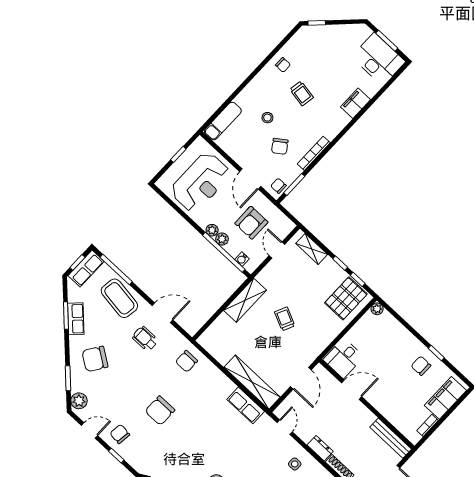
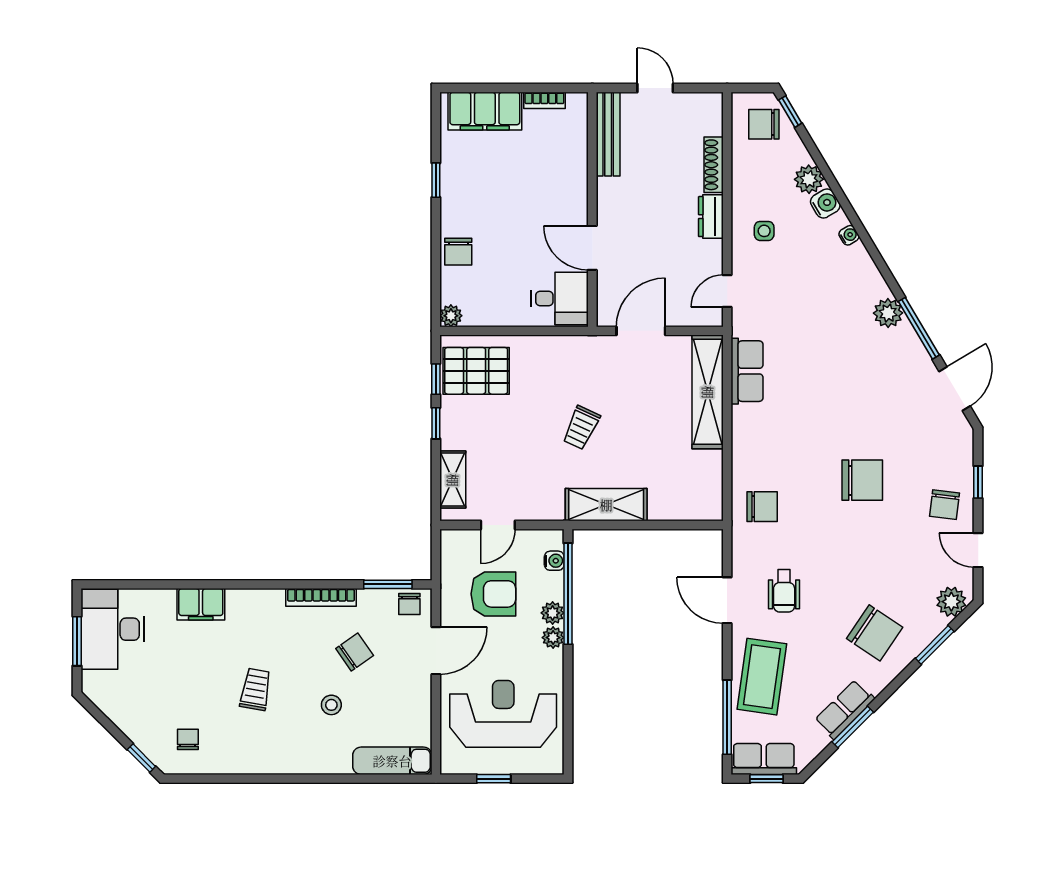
chair: (283, 65) -> (188, 739), moved
chair: (421, 366) -> (458, 252), moved

